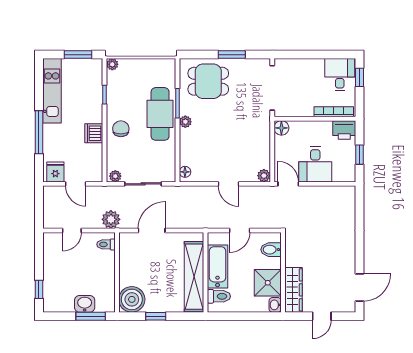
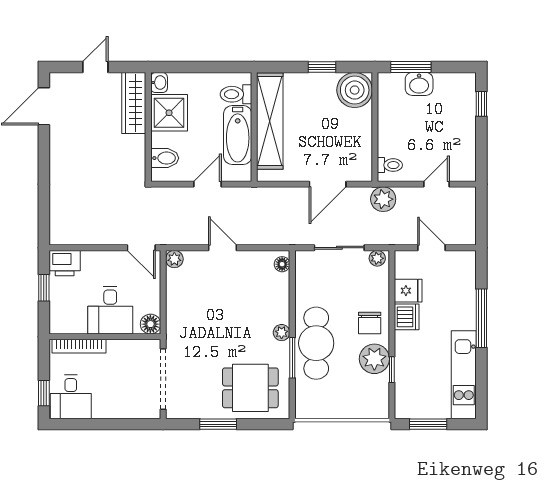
plant: (112, 64) -> (374, 359), moved, width x1.87, depth x1.87
printer: (344, 130) -> (65, 263), moved, turned 180
desk: (315, 164) -> (110, 310), moved, turned 180
fridge: (55, 172) -> (408, 291), moved, turned -90

